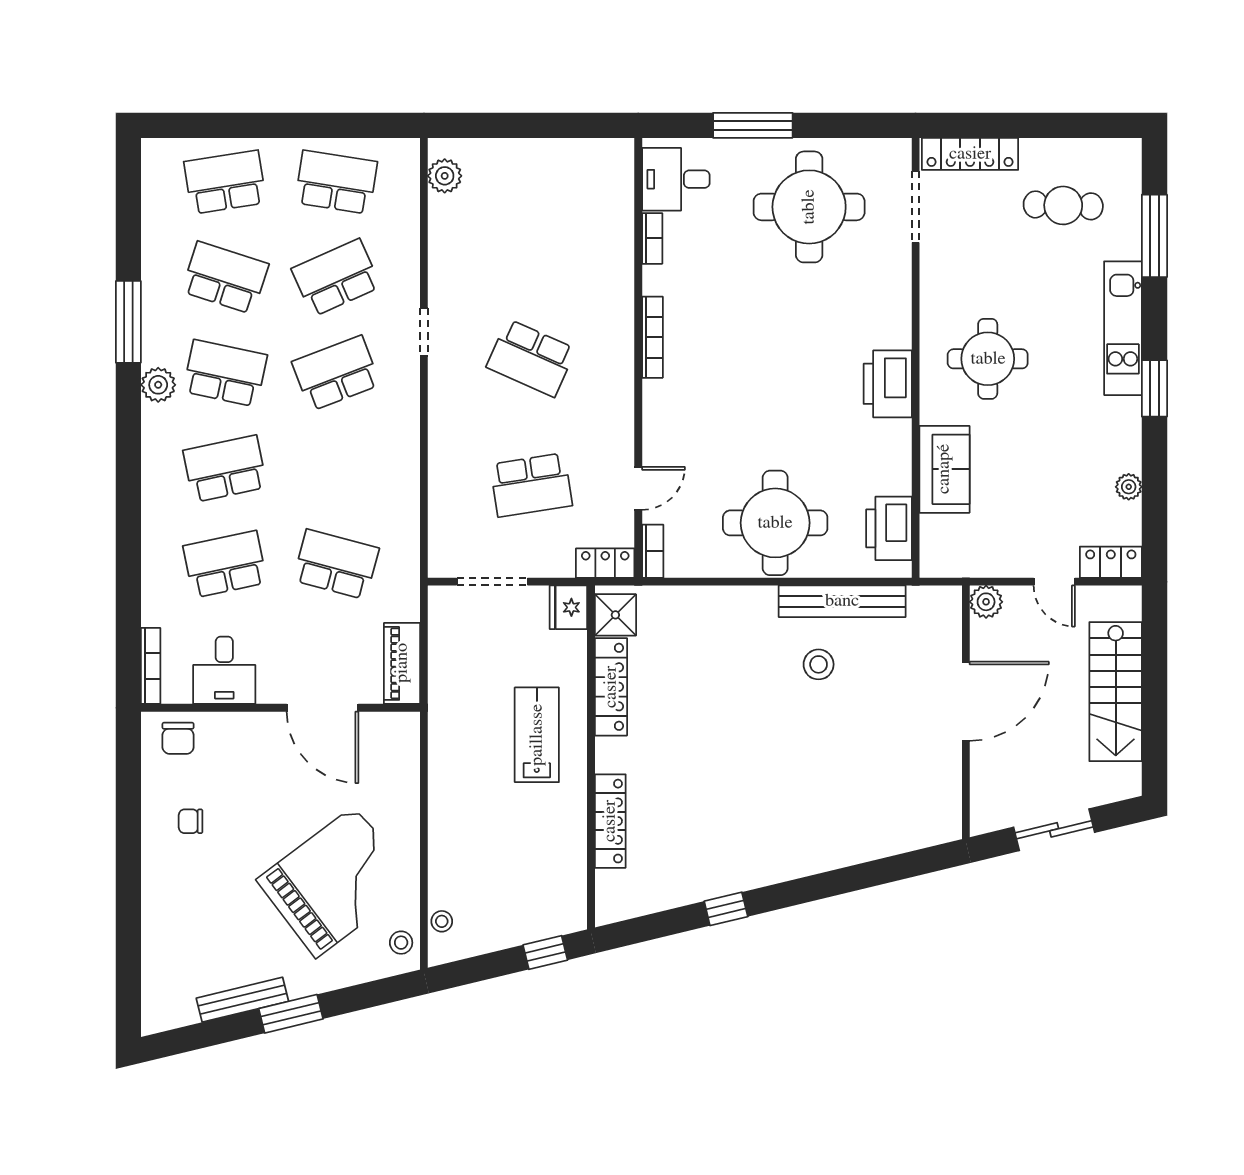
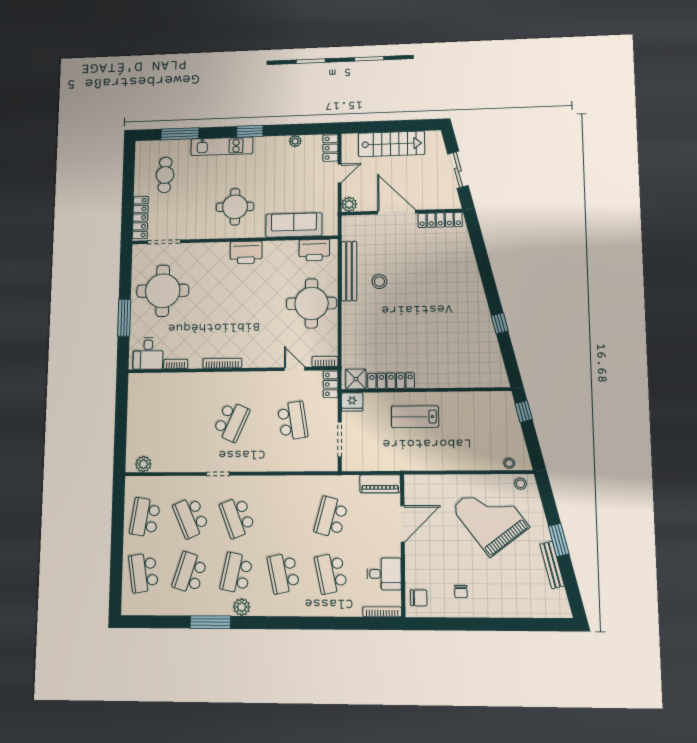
sofa: (944, 469) -> (294, 225), width x1.36
locker: (610, 821) -> (440, 220), moved, turned 180

